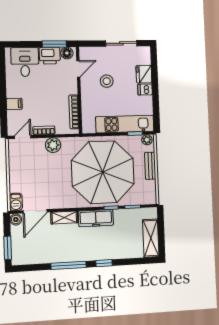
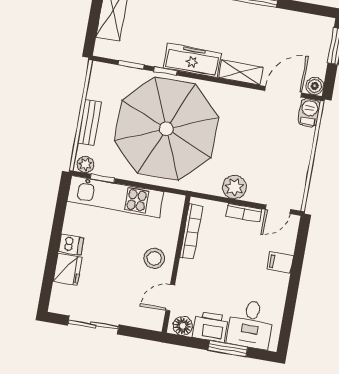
window: (54, 44) -> (228, 349), moved
stool: (107, 81) -> (154, 258), moved

